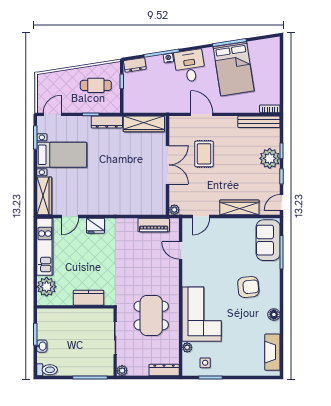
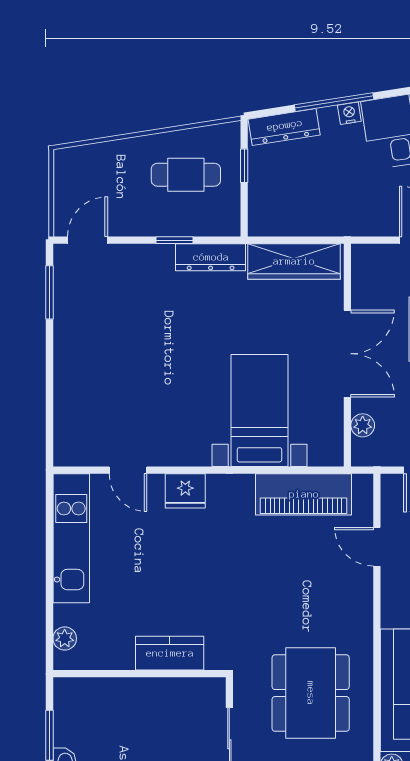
dresser: (135, 65) -> (284, 127), width x1.44
bed with nightstands: (62, 155) -> (259, 410), moved, turned -90
wardrobe: (44, 196) -> (70, 424), removed
plant: (174, 210) -> (363, 425), moved
door: (70, 217) -> (128, 470), hinge flipped
piano: (154, 225) -> (304, 494), width x1.37, depth x1.33
plant: (47, 287) -> (65, 638), width x0.53, depth x0.53

